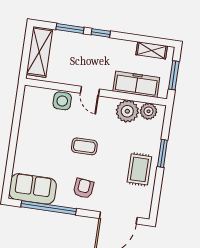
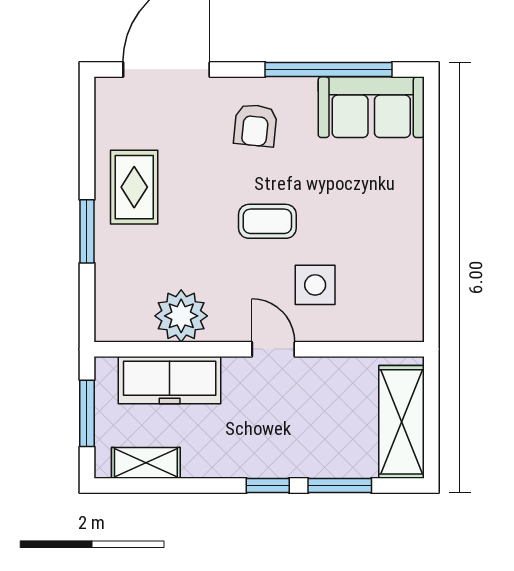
side table: (62, 101) -> (315, 285), moved
plant: (148, 111) -> (133, 323), removed

